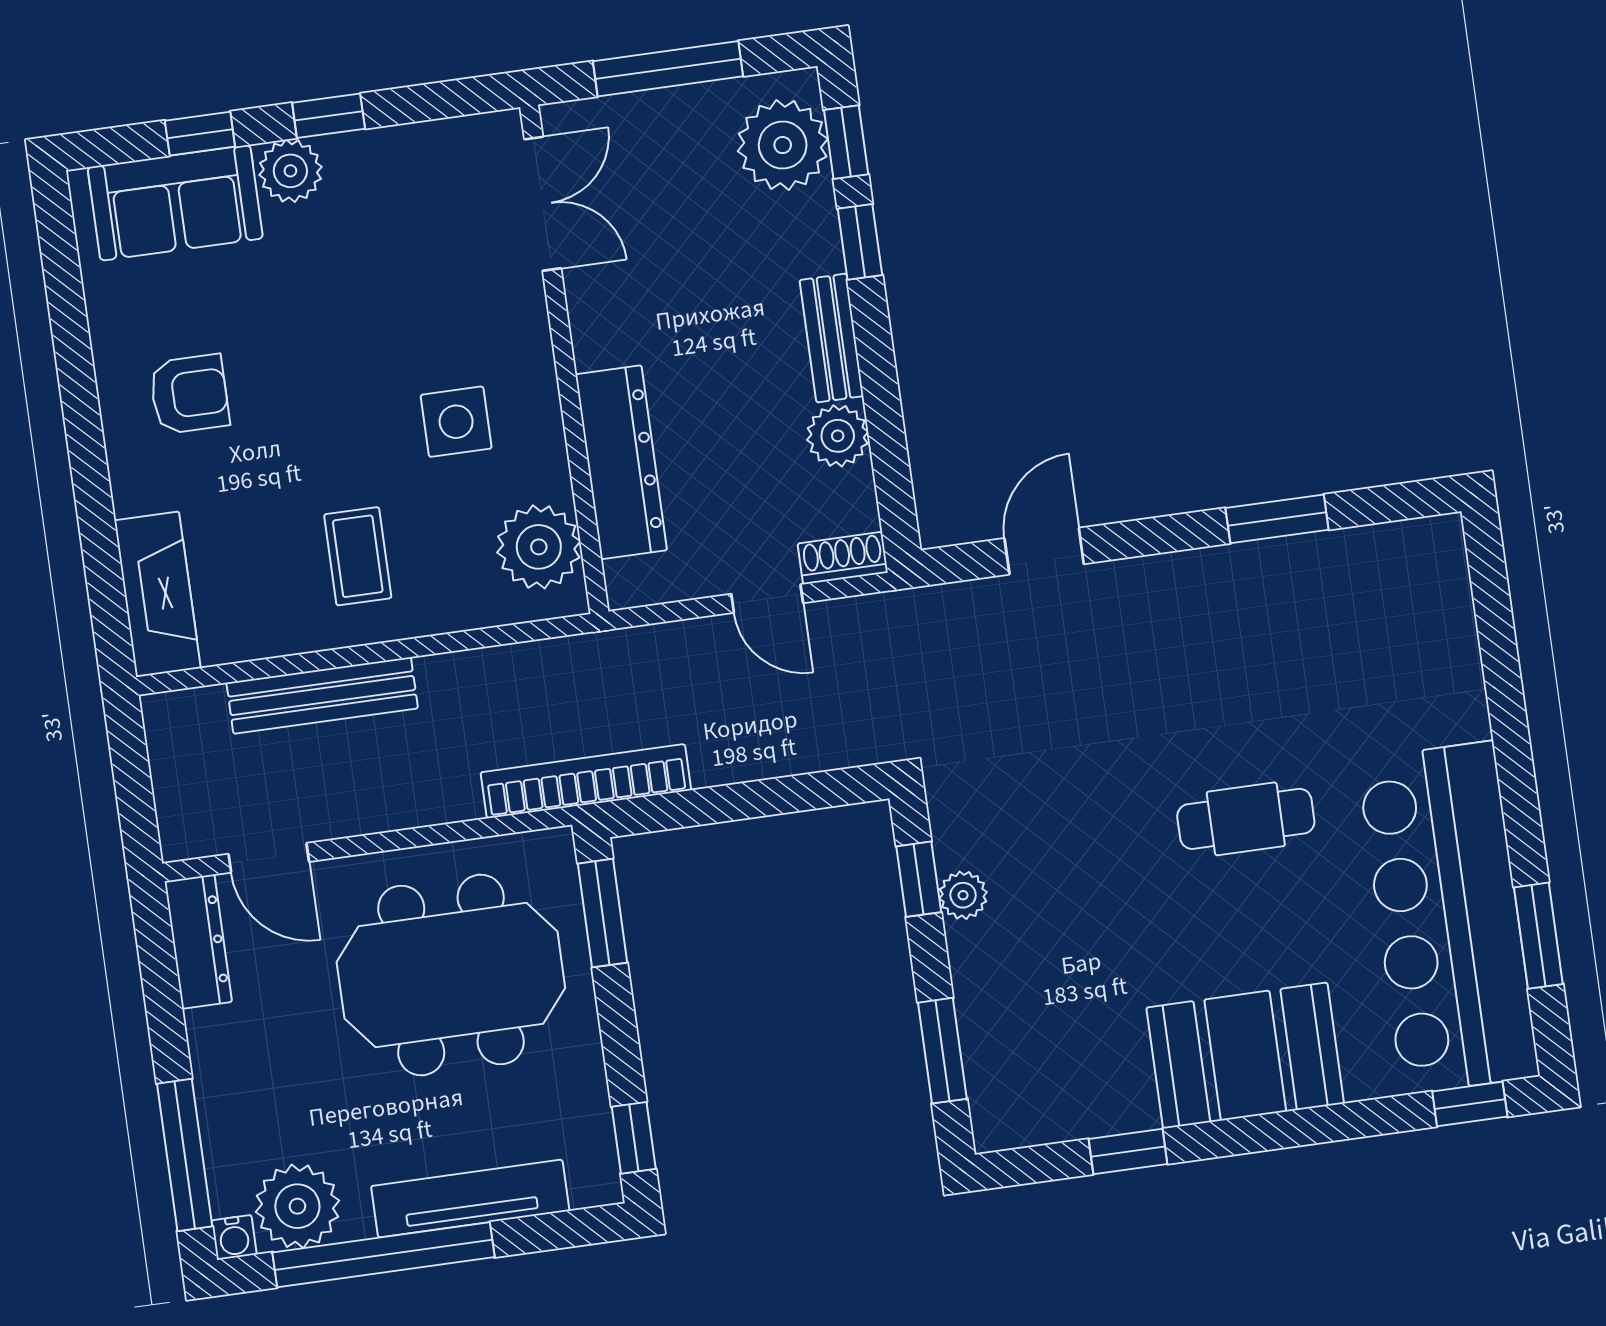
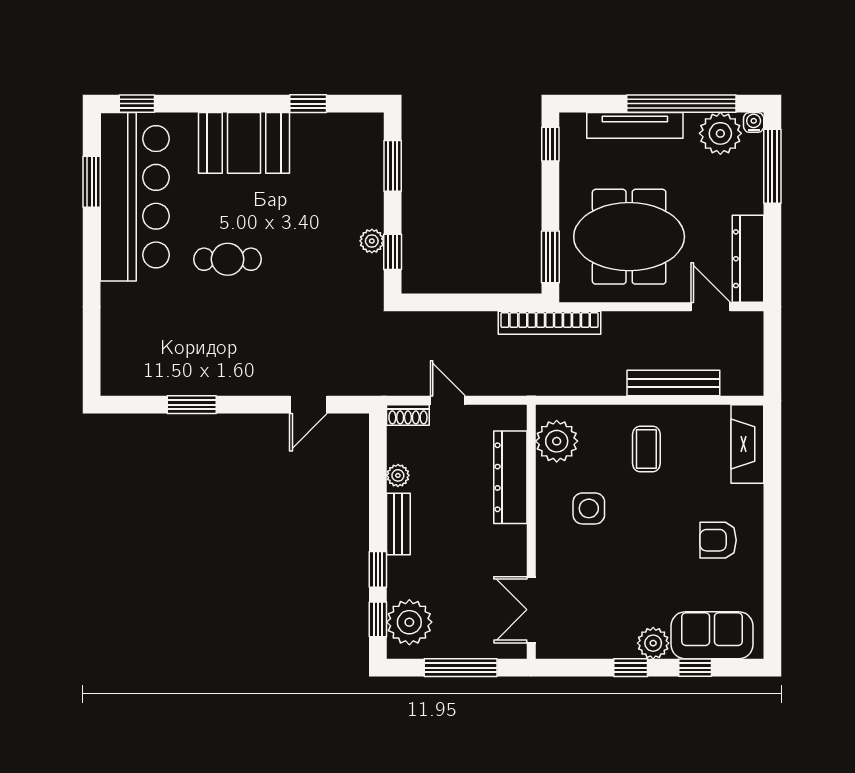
plant: (838, 436) -> (398, 475), width x0.73, depth x0.73
dresser: (198, 942) -> (748, 259), width x1.37, depth x1.24

